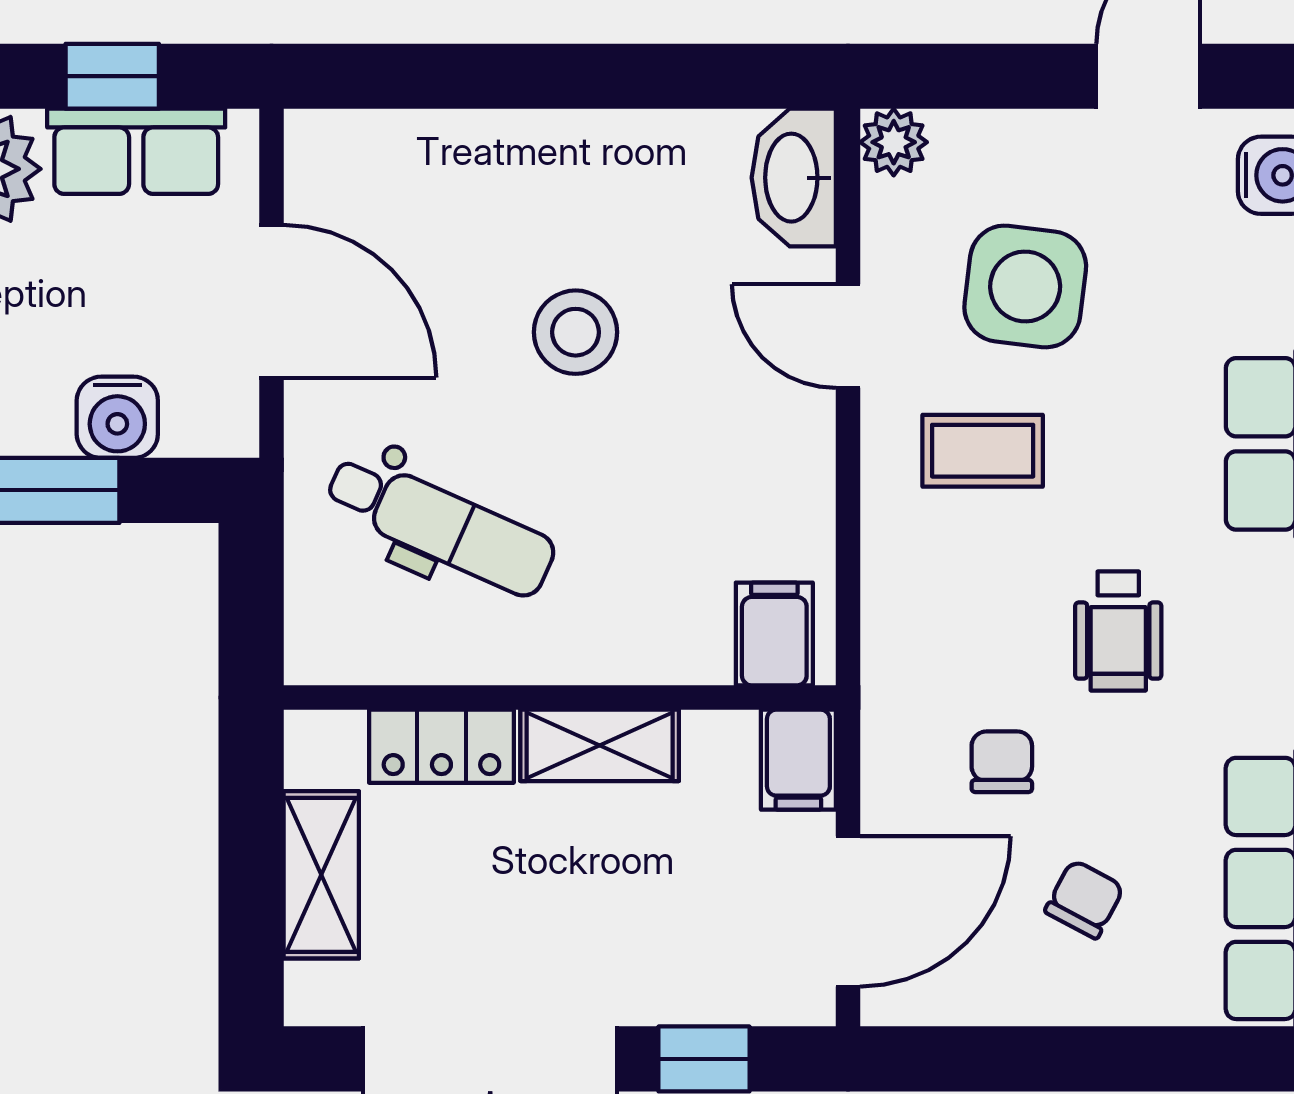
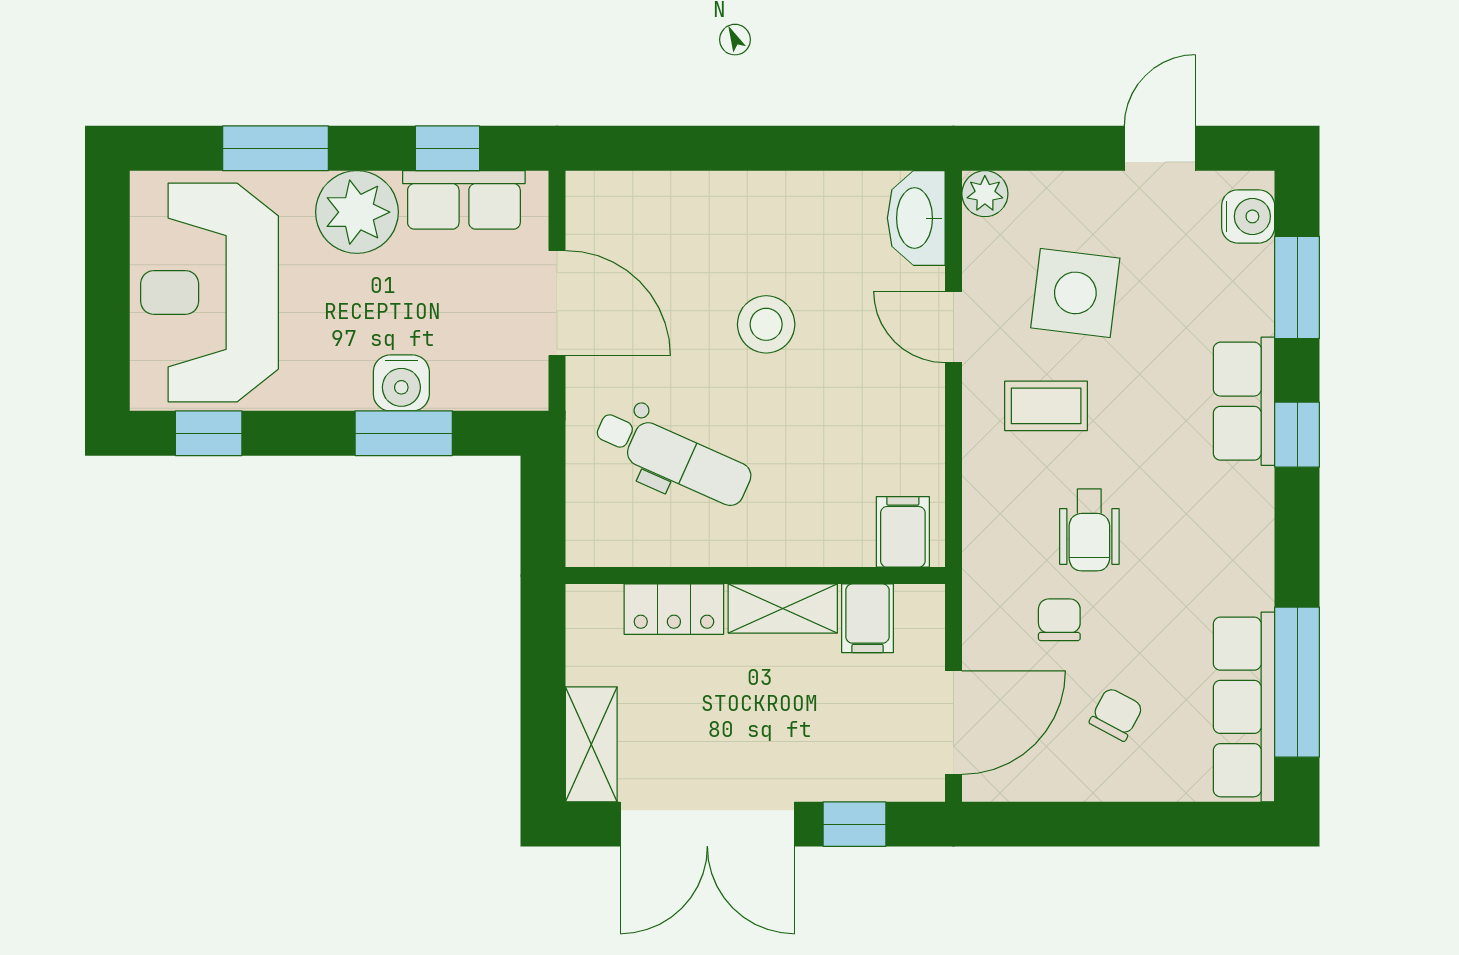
water cooler: (117, 417) -> (401, 383), moved
wheelchair: (1118, 631) -> (1089, 530), moved
filing cabinet: (798, 760) -> (867, 618), moved
shelving: (321, 875) -> (591, 744), moved

